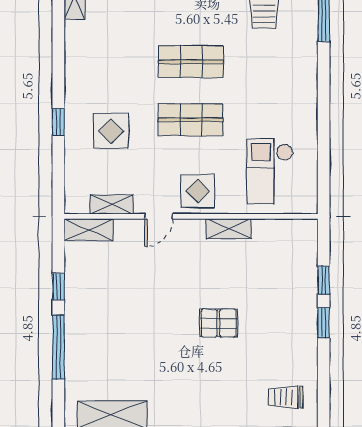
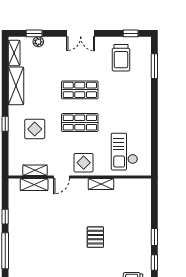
shelving: (78, 55) -> (16, 86), added
shelving: (89, 230) -> (34, 184), moved
window: (324, 280) -> (154, 263), moved
pallet: (219, 323) -> (95, 237), turned 90

